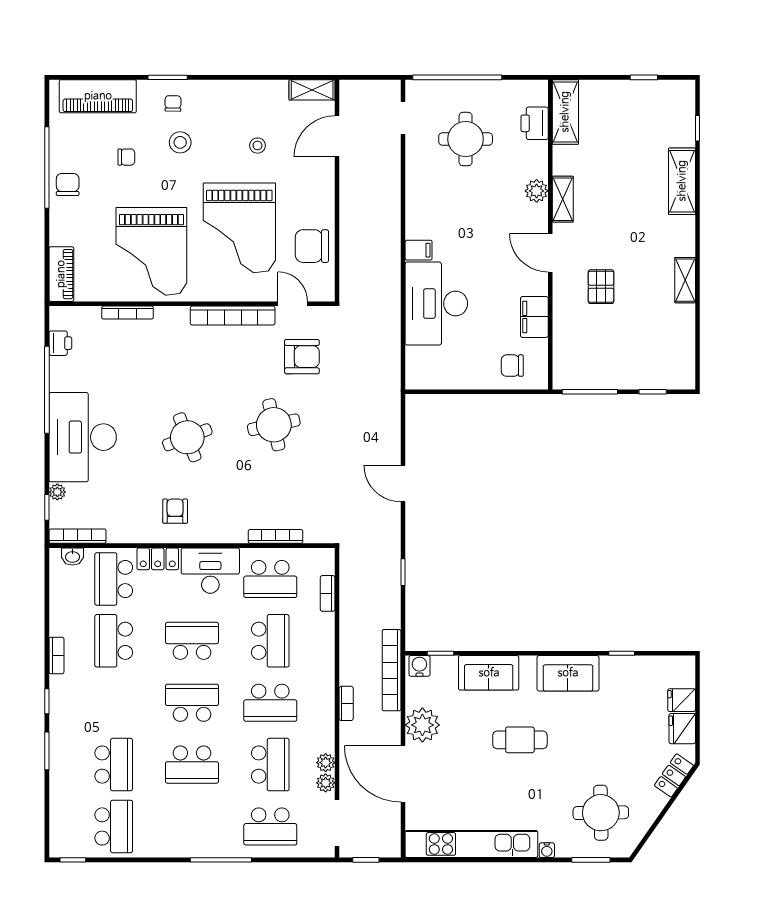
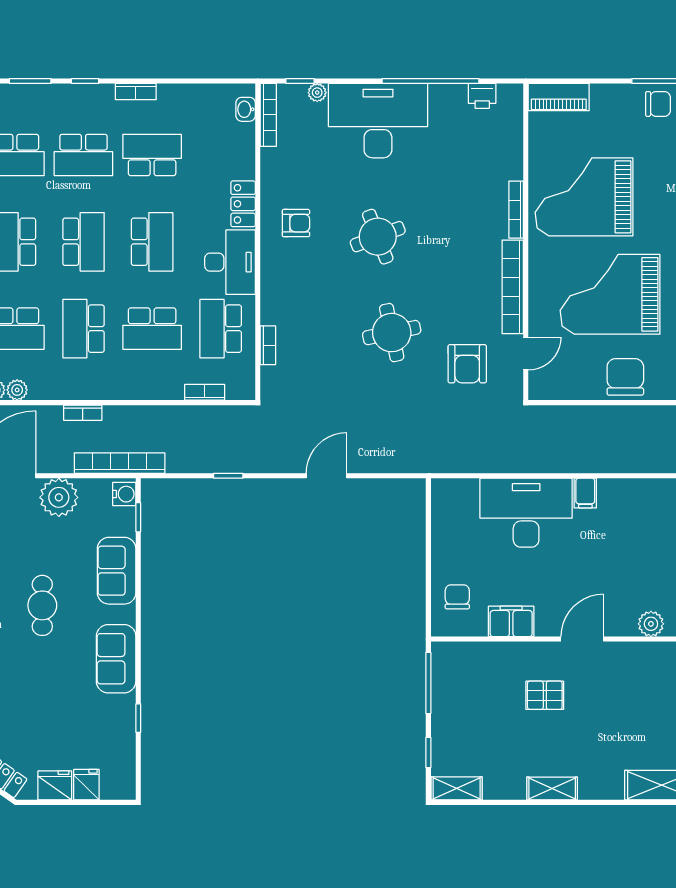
shelving: (563, 199) -> (457, 788), moved
chair: (312, 246) -> (625, 377), moved
bookcase: (128, 313) -> (516, 210), moved
bookcase: (276, 536) -> (268, 345), width x0.64
school desk: (114, 579) -> (83, 155), moved, turned 180

